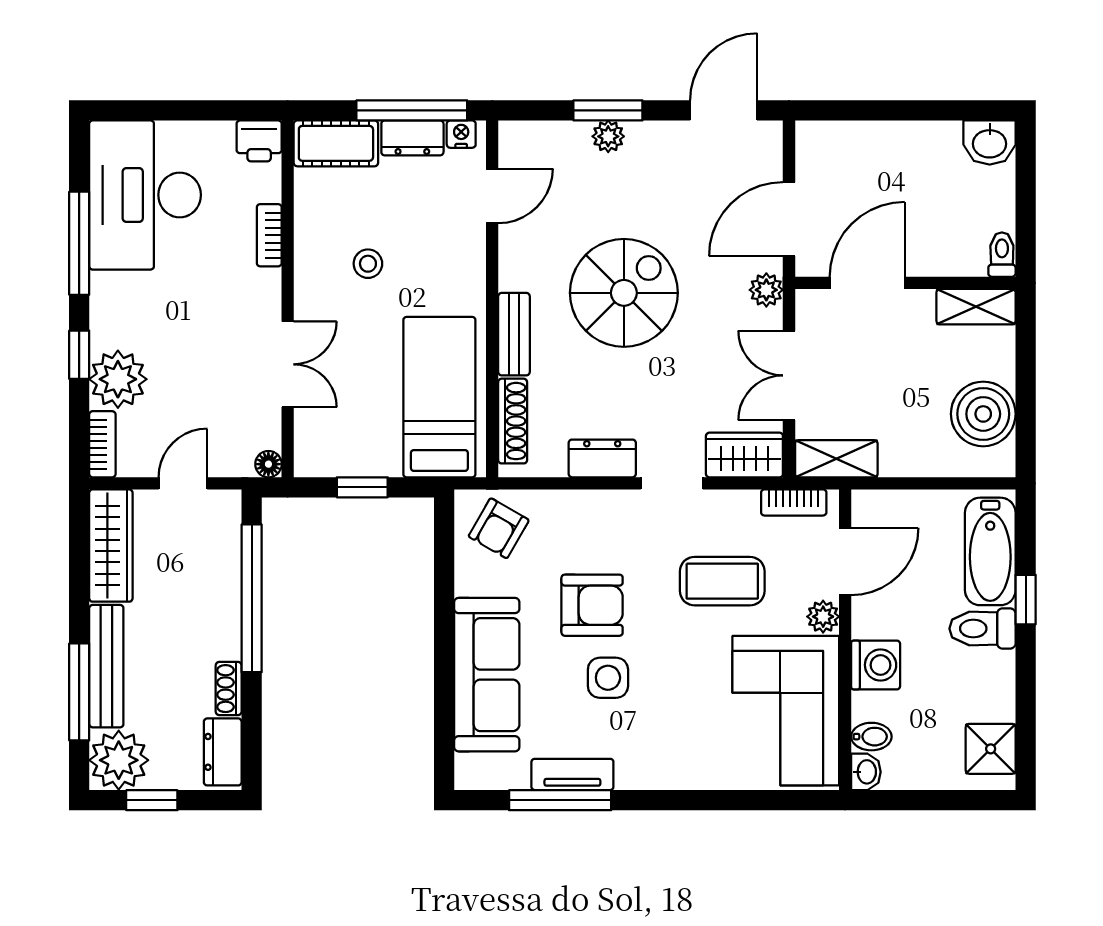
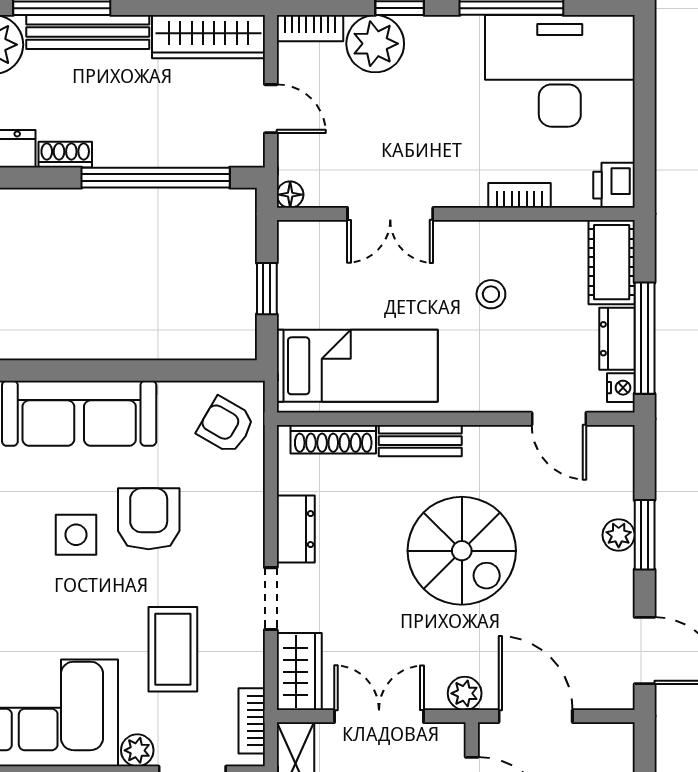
armchair: (592, 605) -> (149, 519), turned 180

